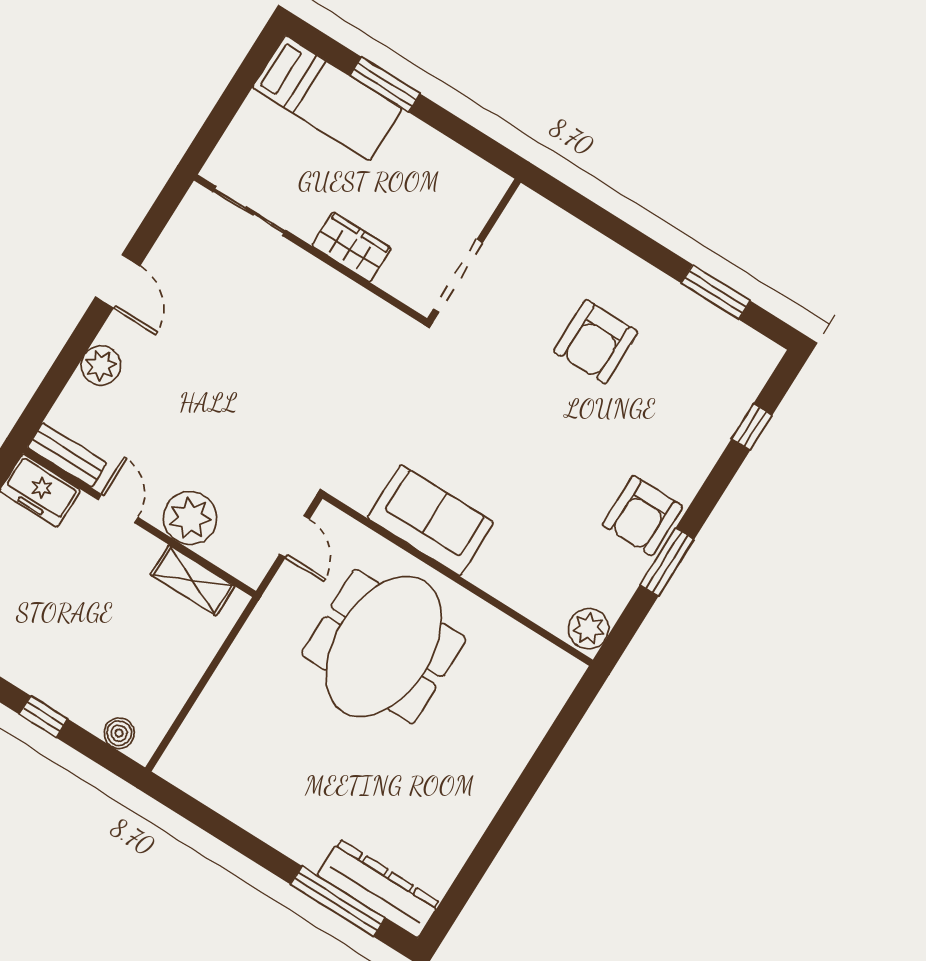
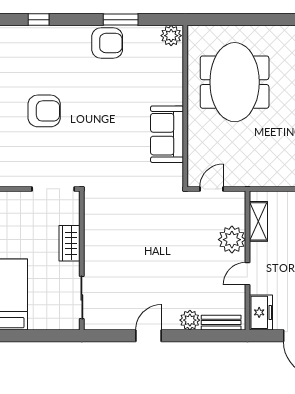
bench: (67, 455) -> (221, 323), moved, turned 90
meeting table: (384, 647) -> (235, 82), moved, turned 90

